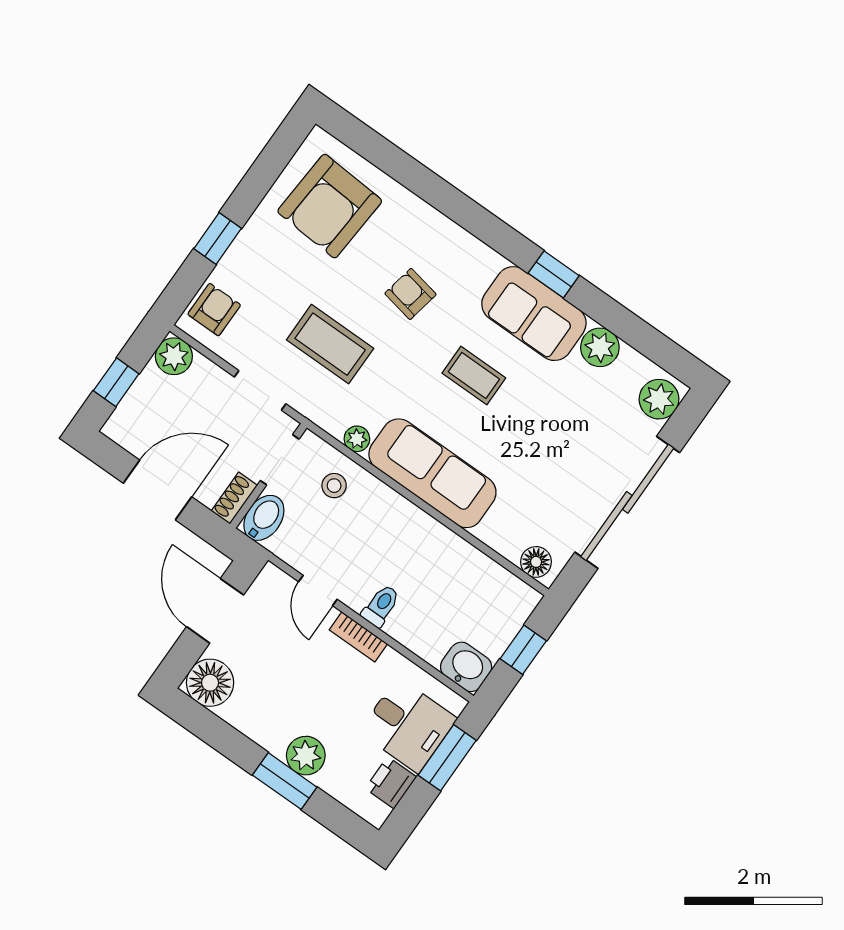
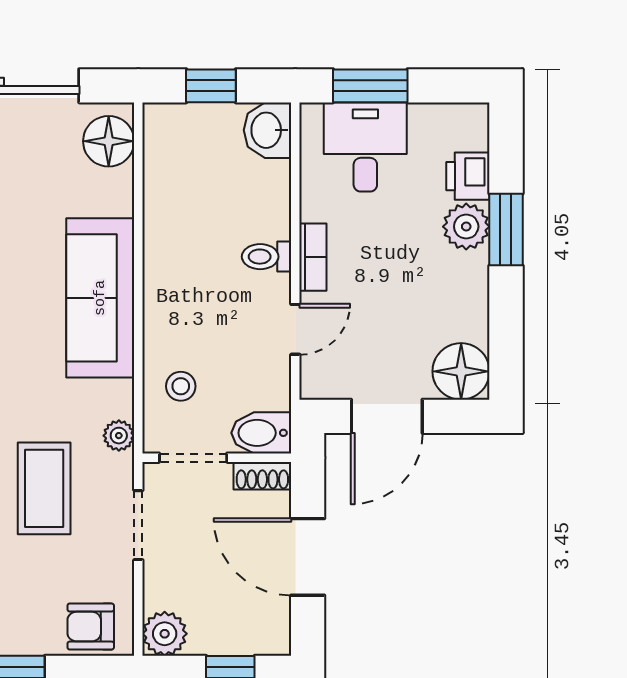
plant: (357, 439) -> (119, 436), moved
floor lamp: (536, 562) -> (109, 141), width x1.38, depth x1.38
printer: (391, 783) -> (468, 176), moved, turned 90

